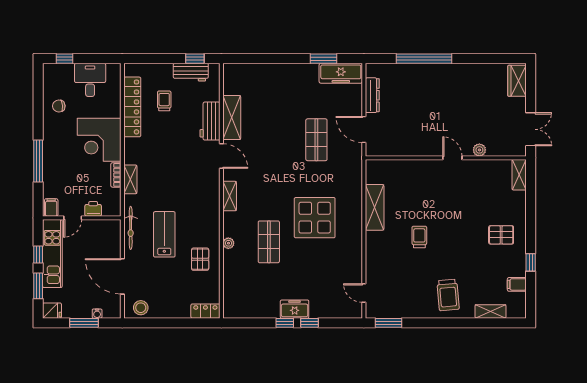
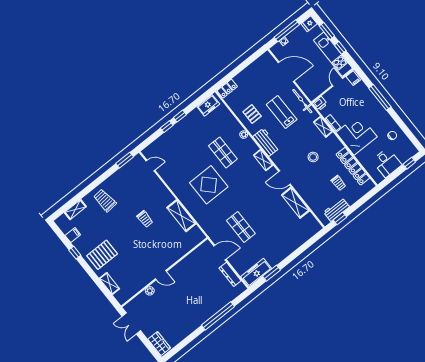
workbench: (210, 121) -> (266, 142), moved
shelving: (519, 175) -> (109, 284), moved
printer: (93, 209) -> (320, 104), moved
lab bench: (164, 234) -> (282, 112), turned 180
pallet: (501, 235) -> (102, 255), width x1.50, depth x1.42
stool: (141, 308) -> (313, 157), moved
freezer: (295, 309) -> (208, 105), moved
window: (84, 323) -> (287, 31), width x1.44

